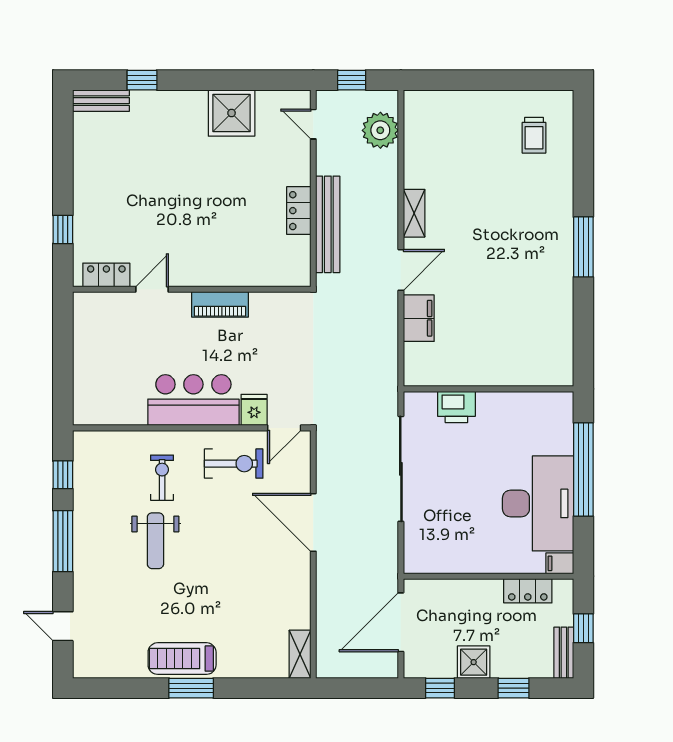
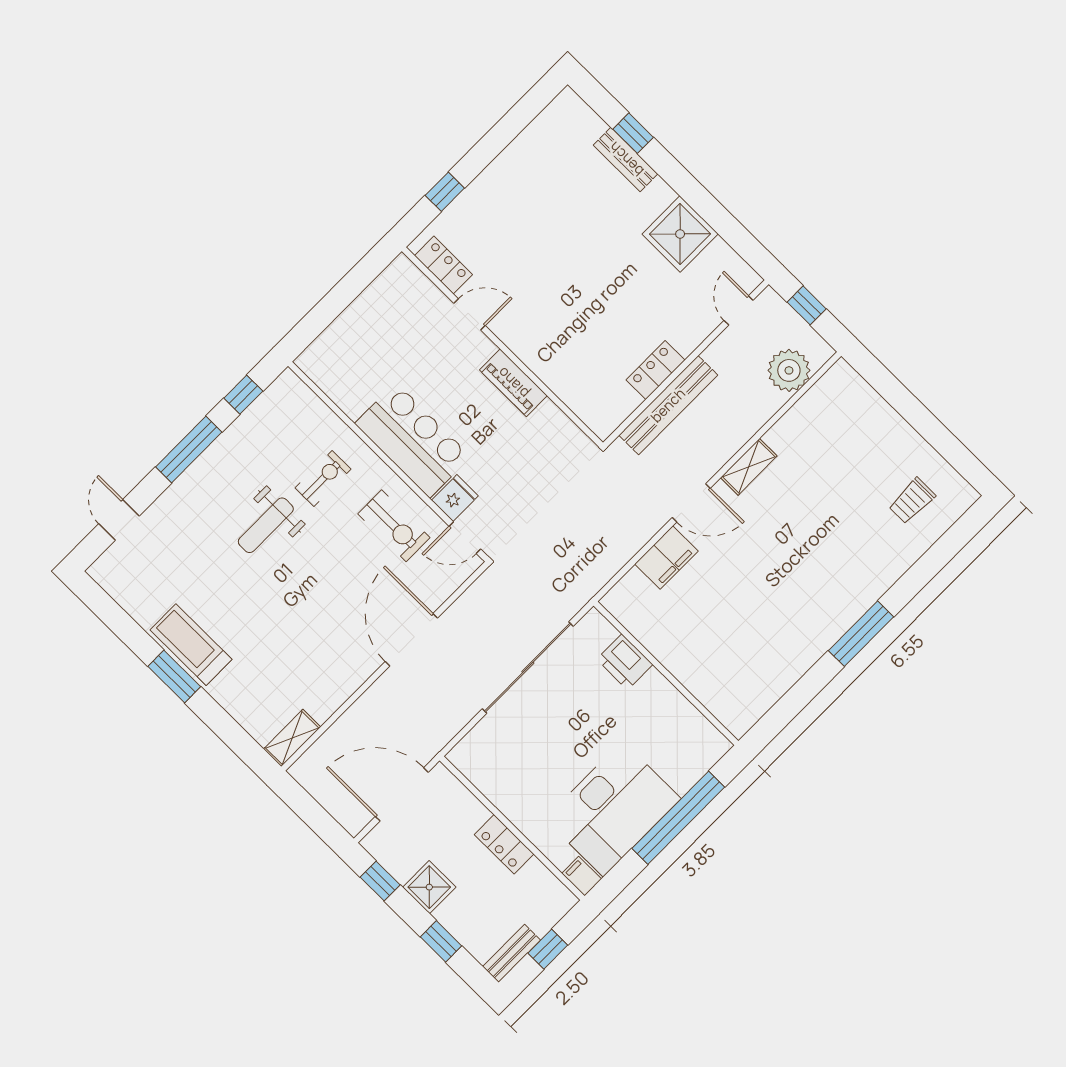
bench: (101, 101) -> (626, 159), moved
locker: (528, 591) -> (504, 844), moved

